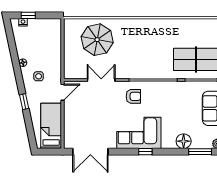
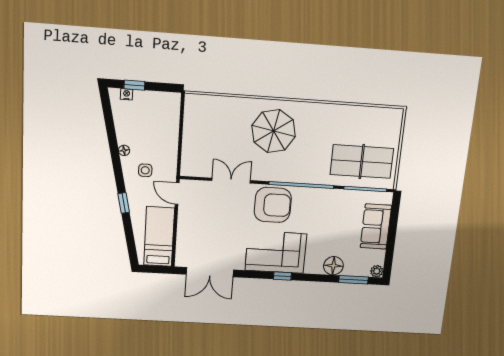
parasol: (97, 40) -> (274, 131), moved
door: (63, 92) -> (177, 194), swing flipped
armchair: (133, 96) -> (273, 205), width x1.88, depth x1.88

